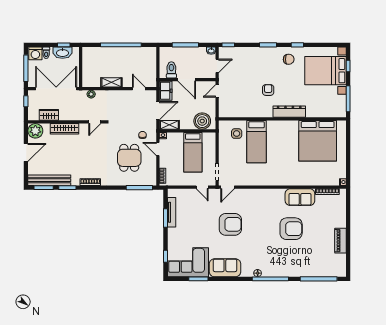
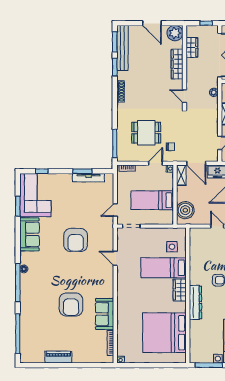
wardrobe: (277, 126) -> (180, 290), added
door: (228, 187) -> (115, 258), moved

